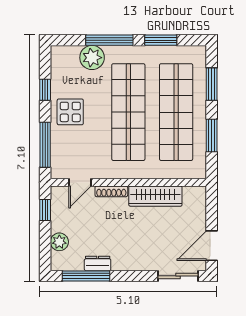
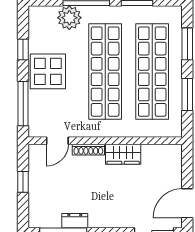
display table: (70, 112) -> (48, 71), width x1.36, depth x1.36
wardrobe: (155, 196) -> (123, 154), width x0.67
window: (45, 210) -> (23, 182), moved
plant: (59, 242) -> (37, 199), removed

